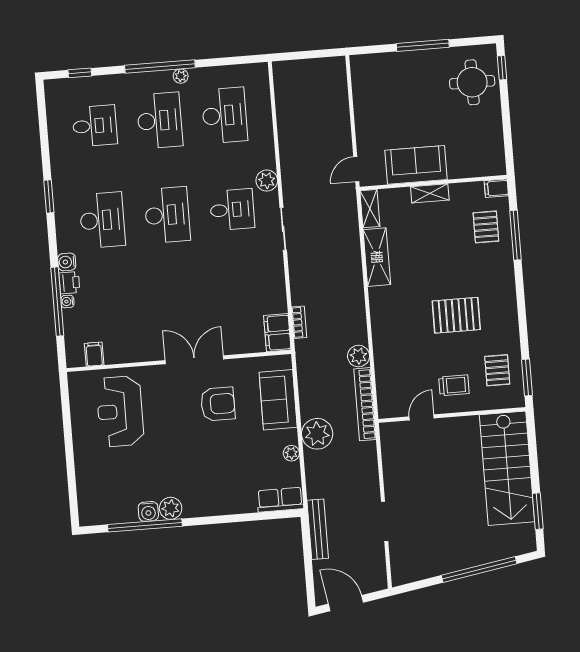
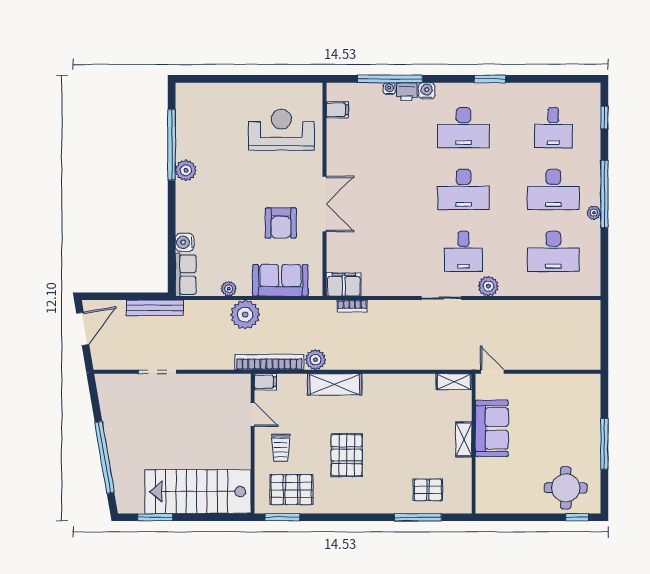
filing cabinet: (496, 188) -> (265, 382), moved, turned 90
shelving: (377, 257) -> (335, 384), moved
pallet: (497, 370) -> (292, 490), width x1.50, depth x1.42
water cooler: (148, 511) -> (185, 242), moved

